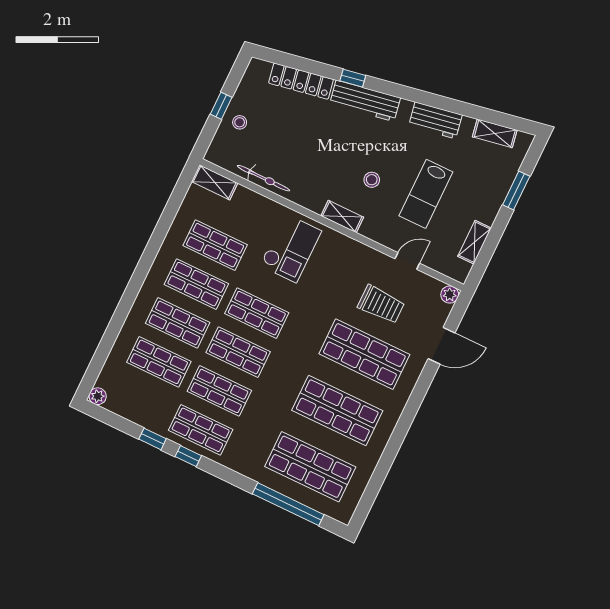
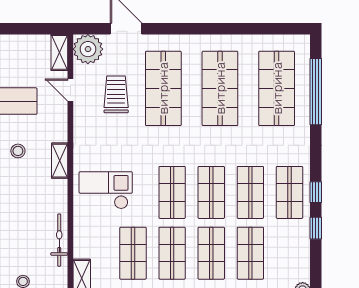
shelving: (475, 242) -> (59, 52), moved, turned 90
plant: (450, 295) -> (88, 49), width x1.87, depth x1.87

